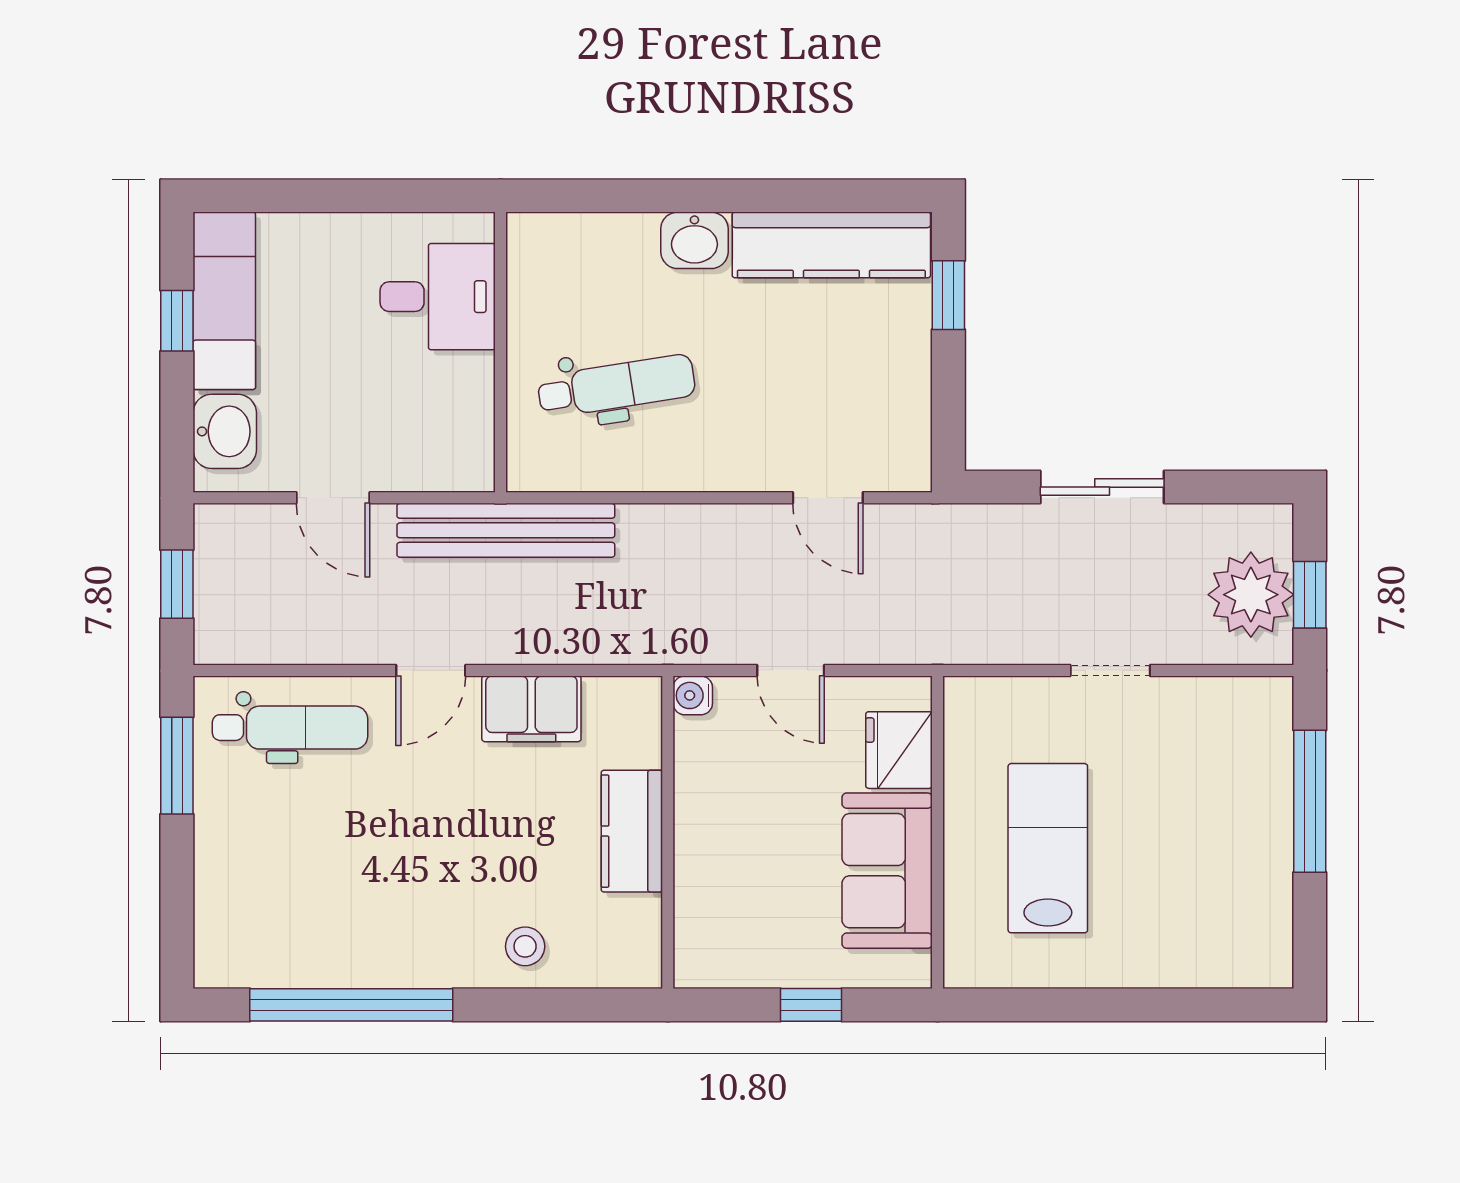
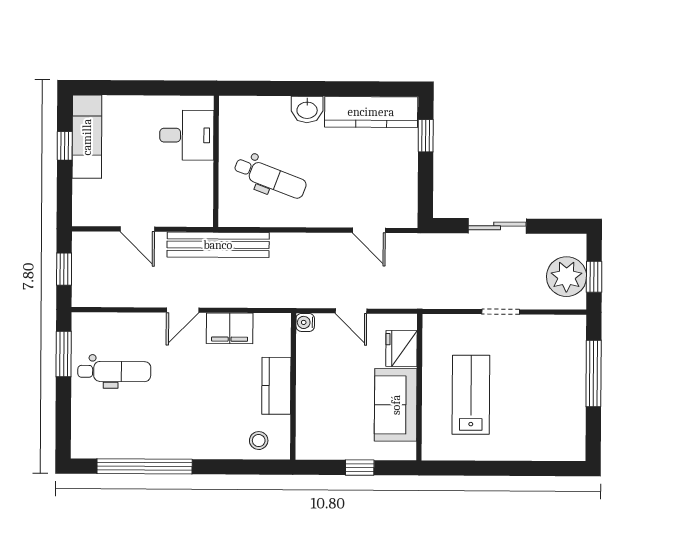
dental chair: (616, 386) -> (270, 178), turned 30
washbasin: (225, 431) -> (87, 198), removed
dental chair: (290, 728) -> (114, 371), moved
stool: (525, 946) -> (259, 441), moved

